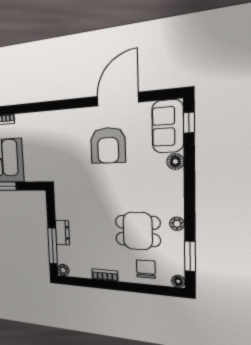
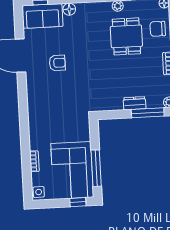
armchair: (108, 145) -> (57, 63), width x0.53, depth x0.53

